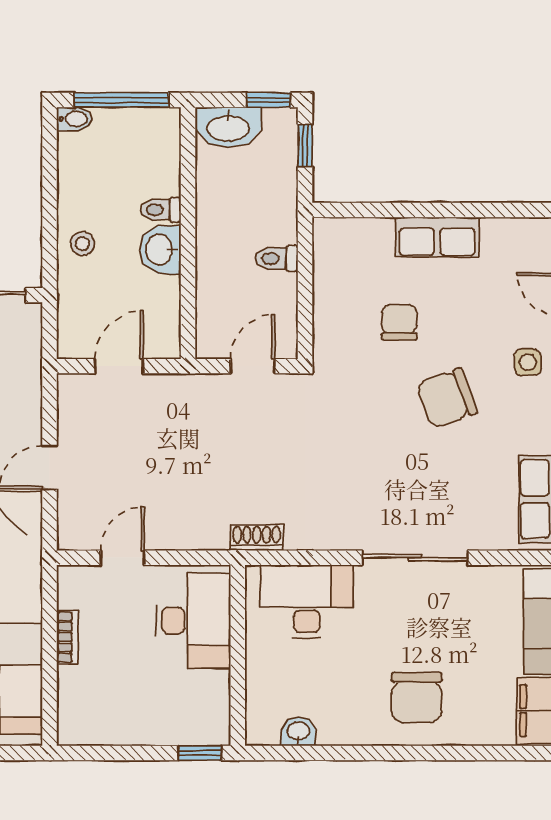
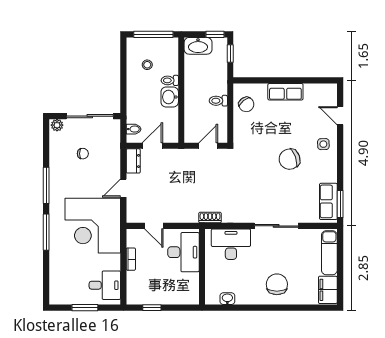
bidet: (74, 119) -> (134, 129), moved
stool: (82, 244) -> (147, 65), moved
chair: (399, 322) -> (246, 104), moved, turned 142
dresser: (73, 402) -> (133, 161), added
door: (123, 558) -> (154, 226), swing flipped
chair: (417, 697) -> (277, 284), turned 180
window: (200, 753) -> (152, 308), moved

